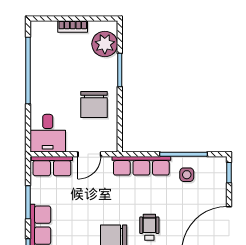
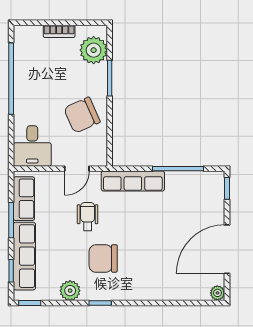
chair: (94, 104) -> (82, 115), turned 66
row of seats: (52, 166) -> (24, 199), moved, turned -90
side table: (187, 175) -> (182, 191), removed
wheelchair: (149, 227) -> (88, 216), moved

